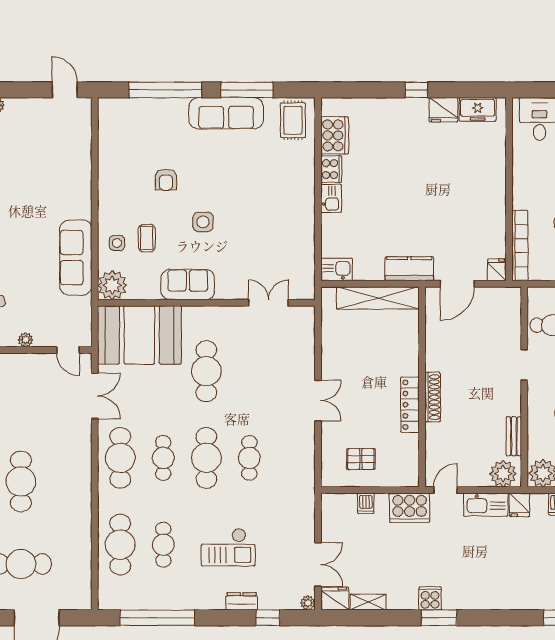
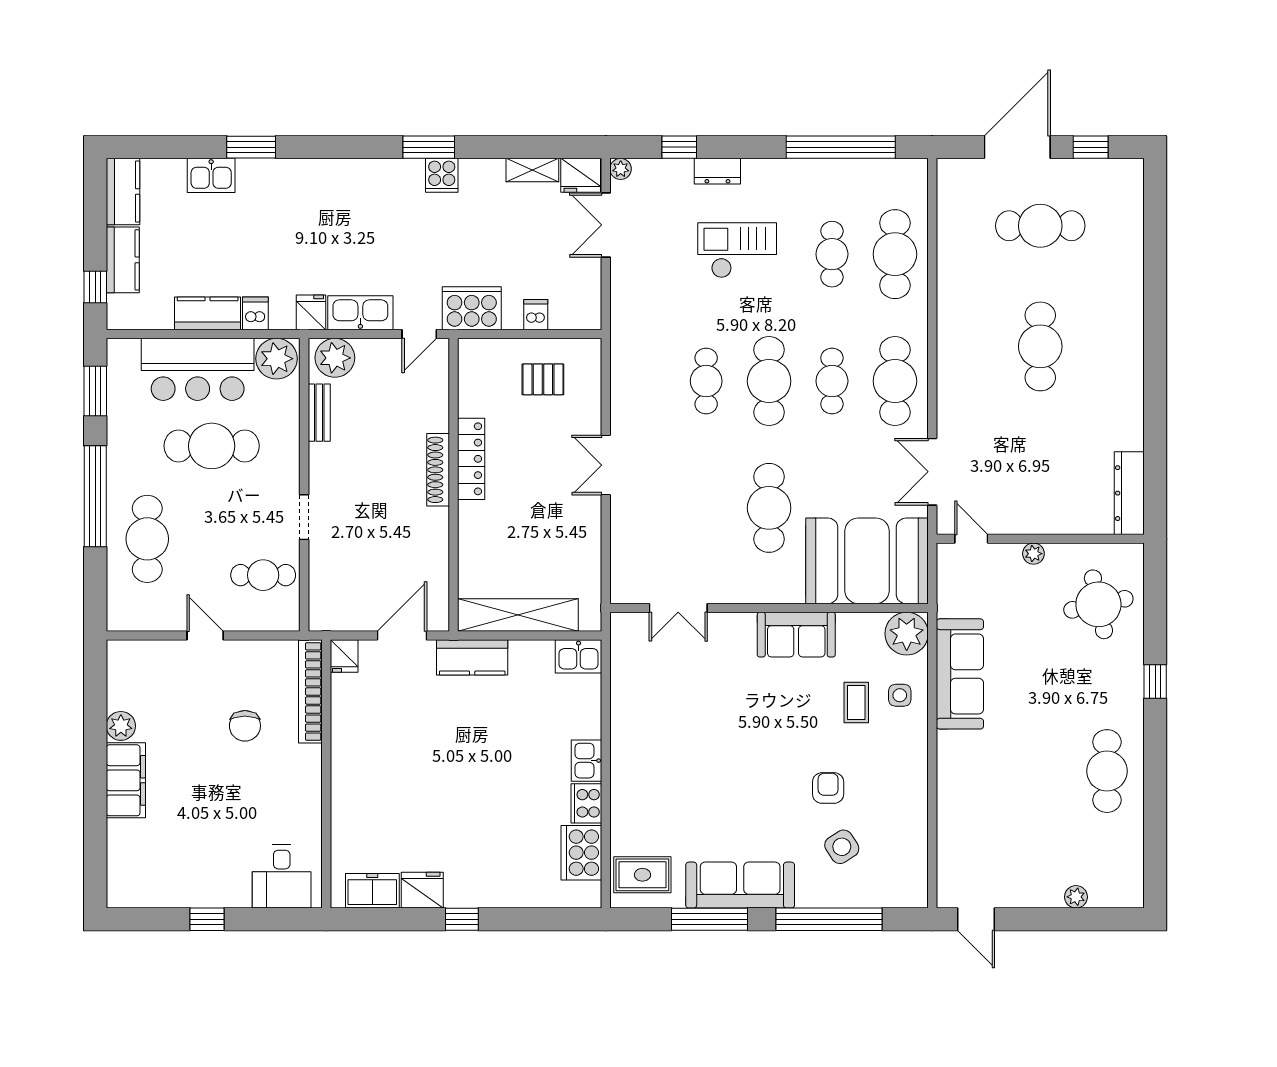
rug: (293, 120) -> (642, 875), turned 90
side table: (203, 222) -> (842, 847), moved, turned -33

